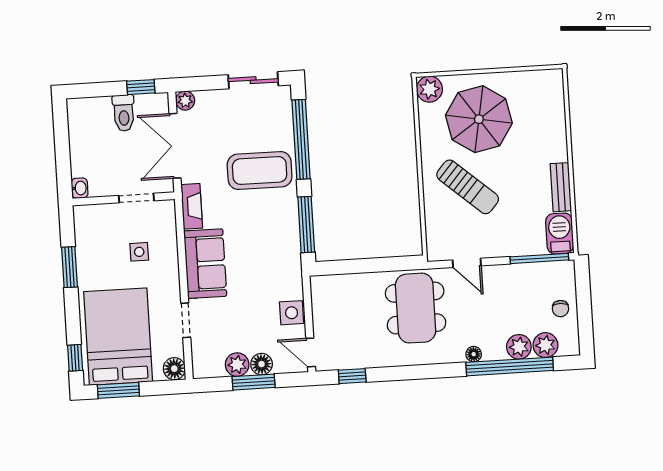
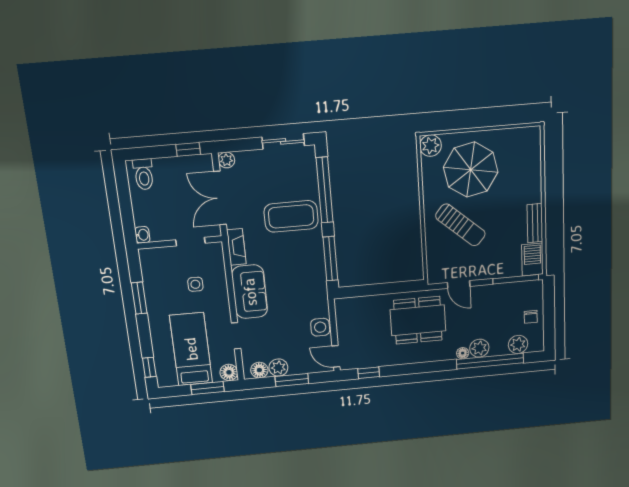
toilet: (124, 113) -> (144, 174), moved
dining table: (416, 308) -> (418, 320), turned 90
bed: (118, 337) -> (191, 349), width x0.67
plant: (519, 347) -> (479, 348), moved
floor lamp: (262, 364) -> (259, 370), moved
window: (118, 390) -> (208, 388), moved

